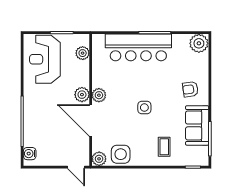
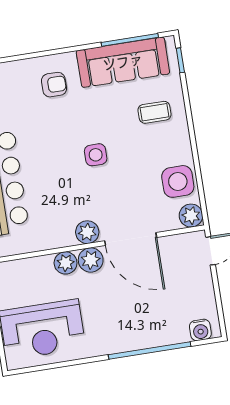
plant: (83, 53) -> (66, 263), moved
armchair: (190, 89) -> (54, 85), turned -82
door: (91, 120) -> (131, 239), hinge flipped
sofa: (197, 125) -> (123, 62), width x1.36

